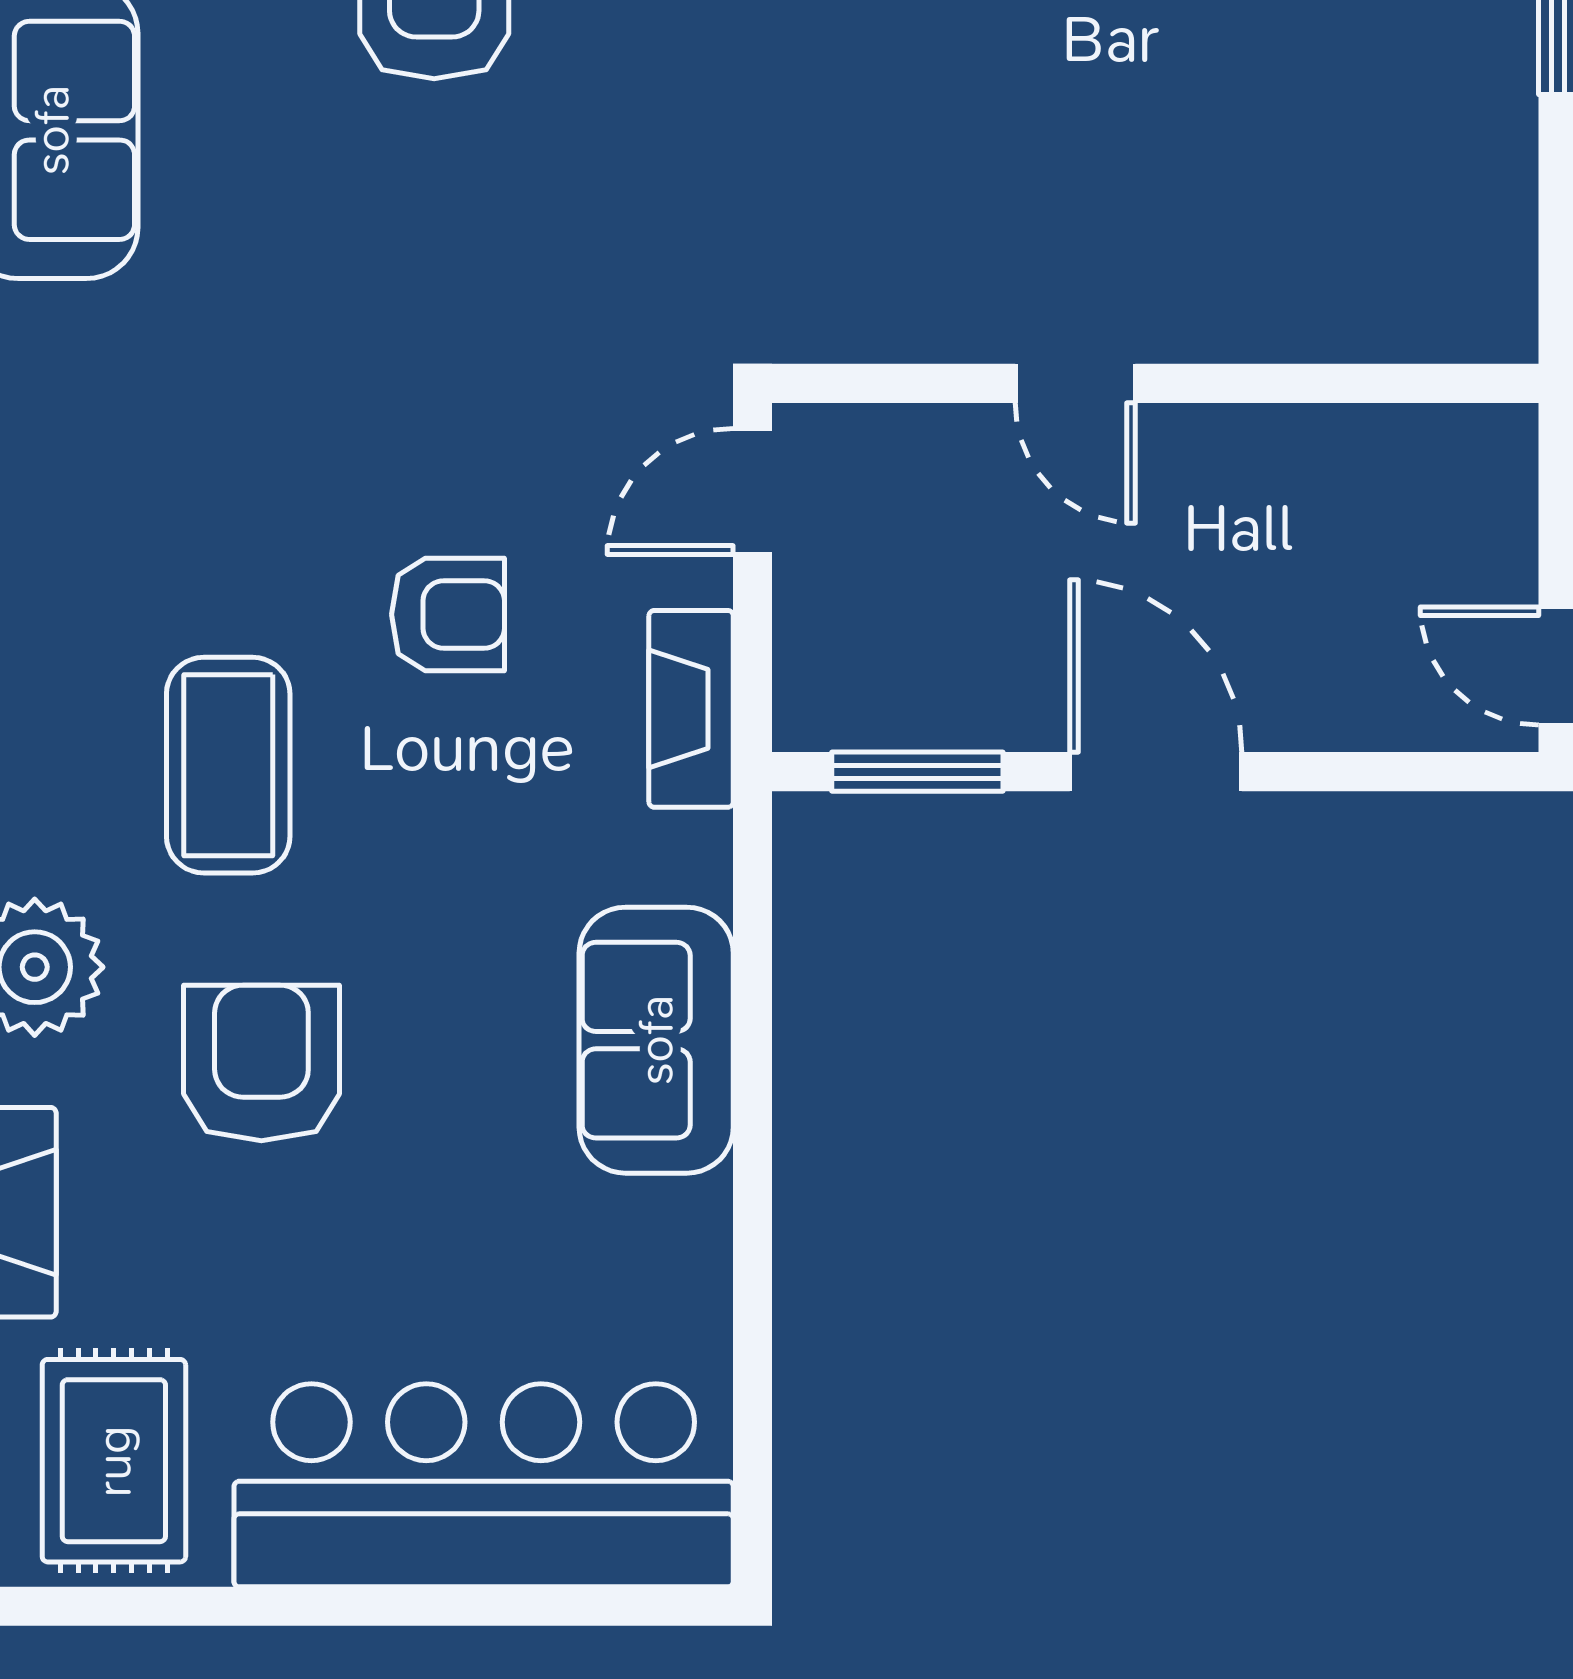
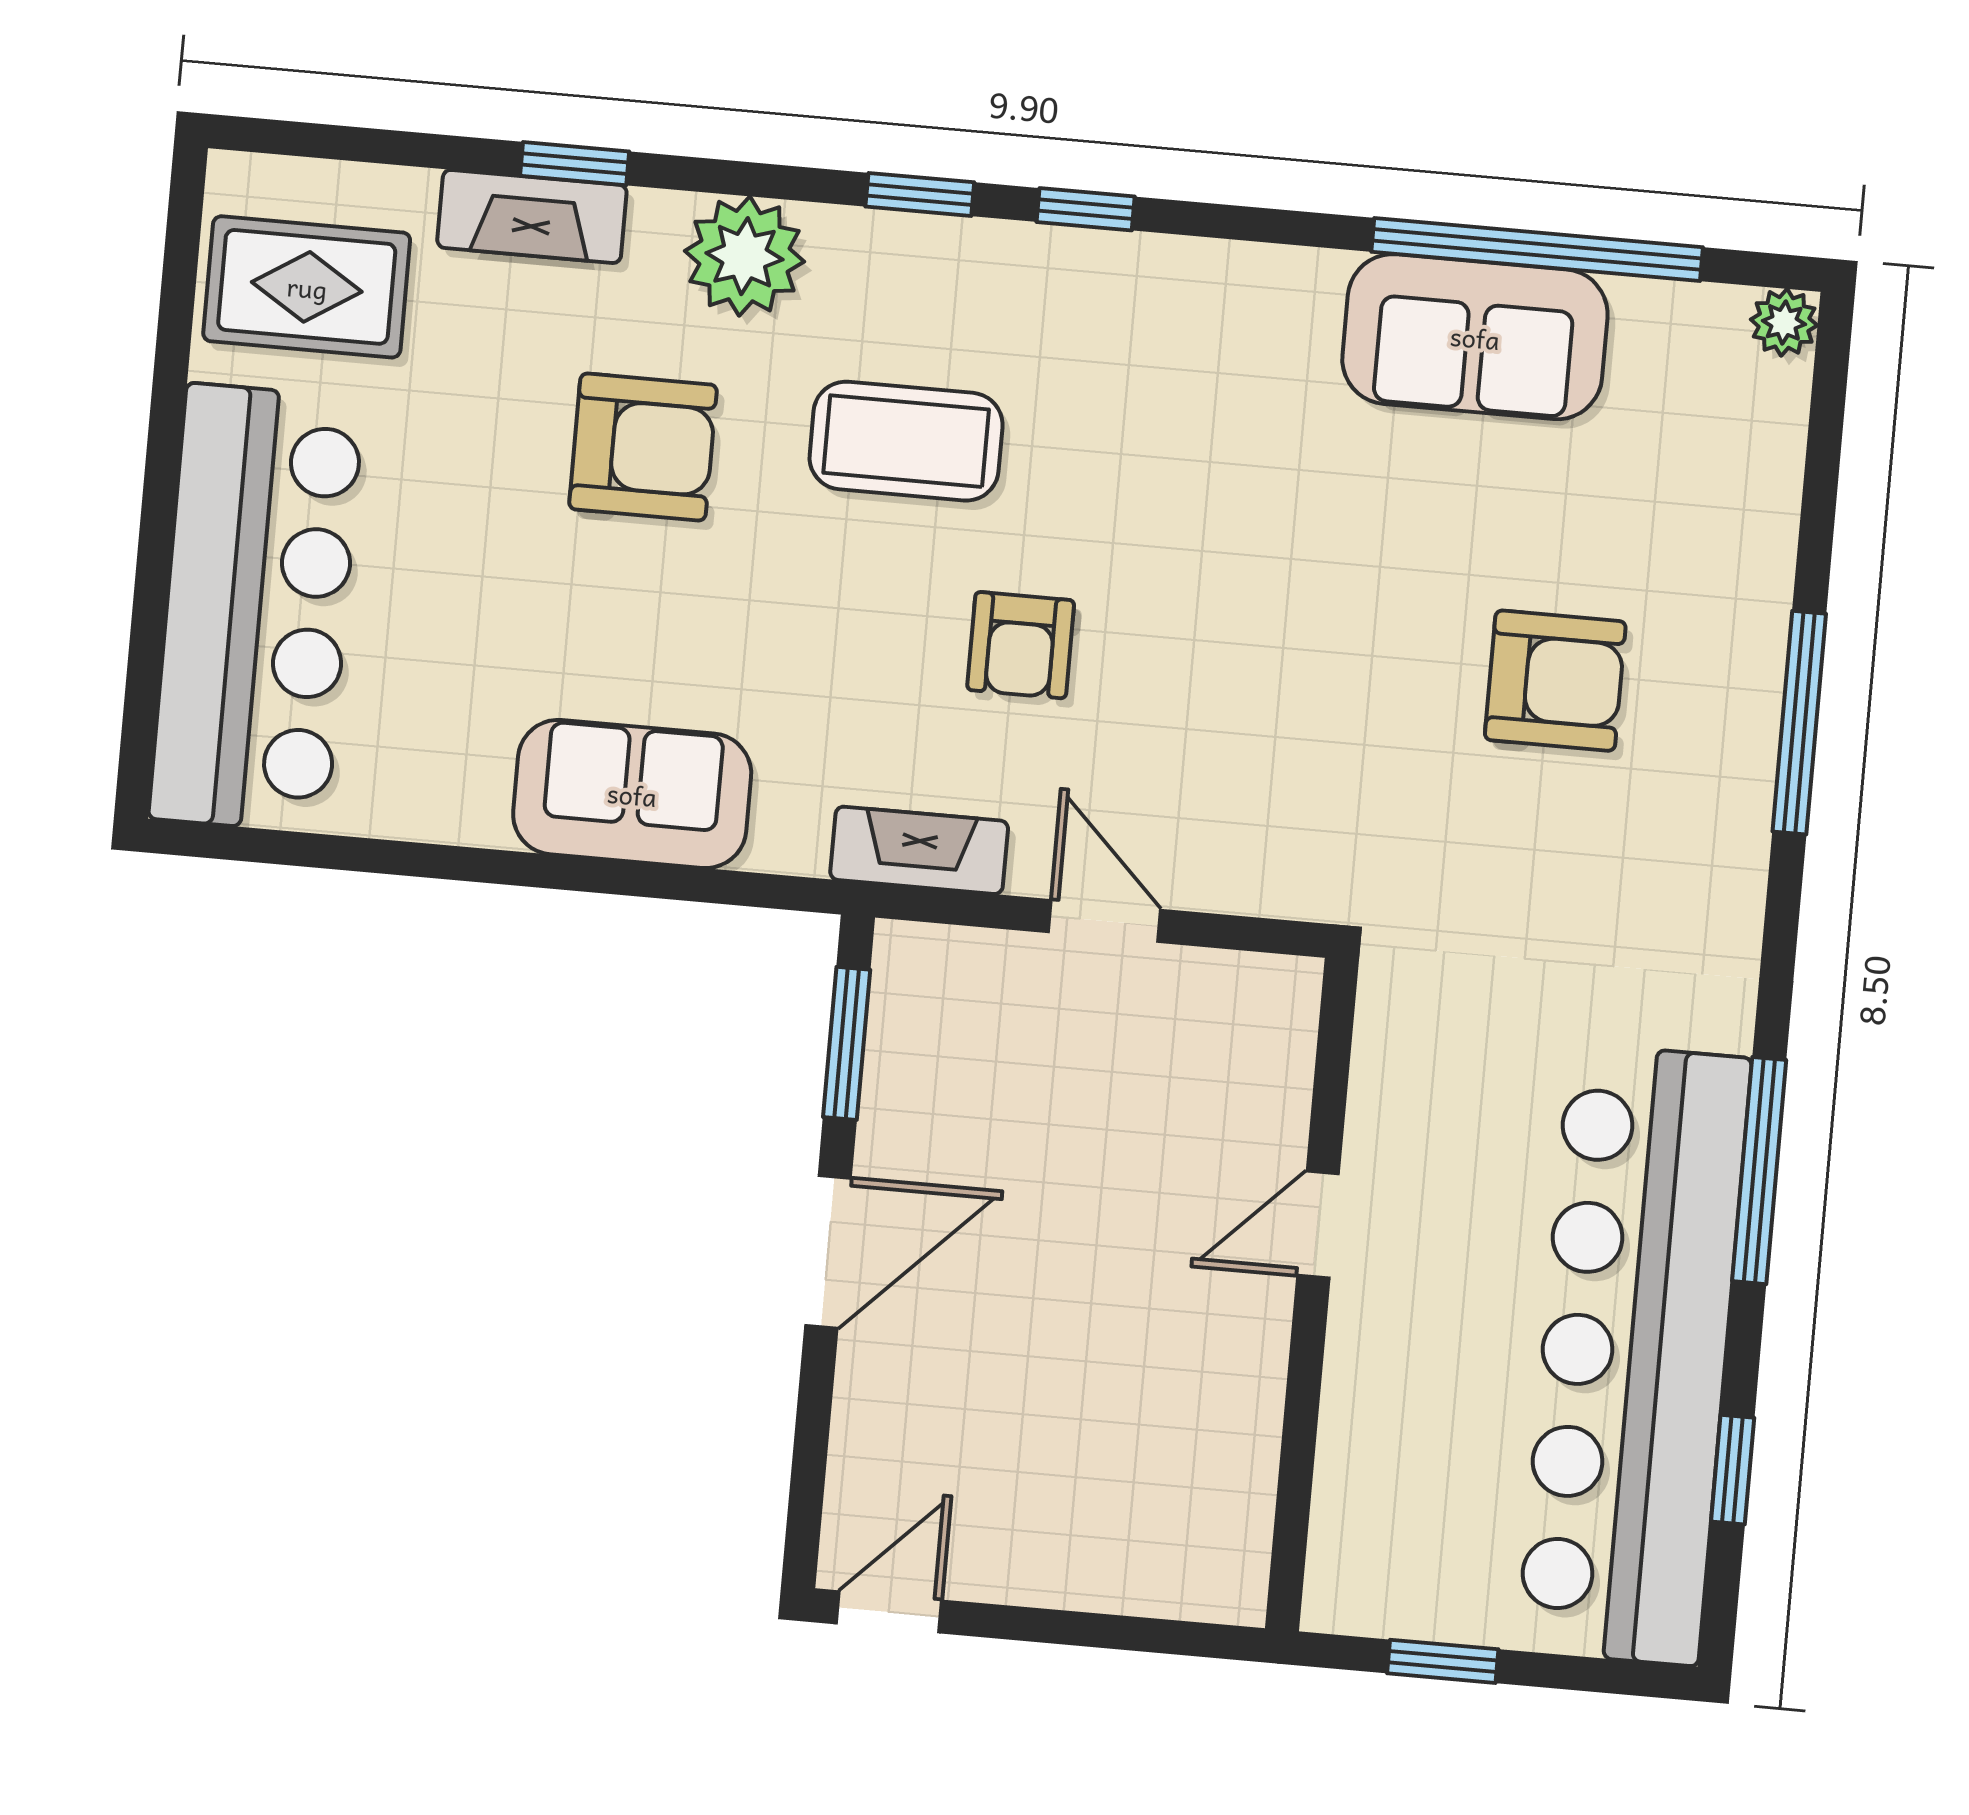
door: (1075, 383) -> (1318, 1225), moved
wall: (1155, 383) -> (1312, 1295), moved

